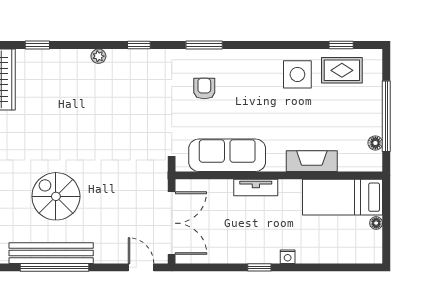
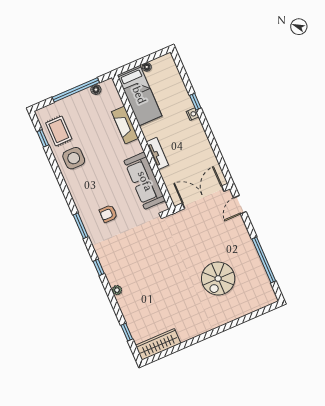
bench: (51, 253) -> (256, 266), removed
window: (259, 267) -> (195, 102), moved

